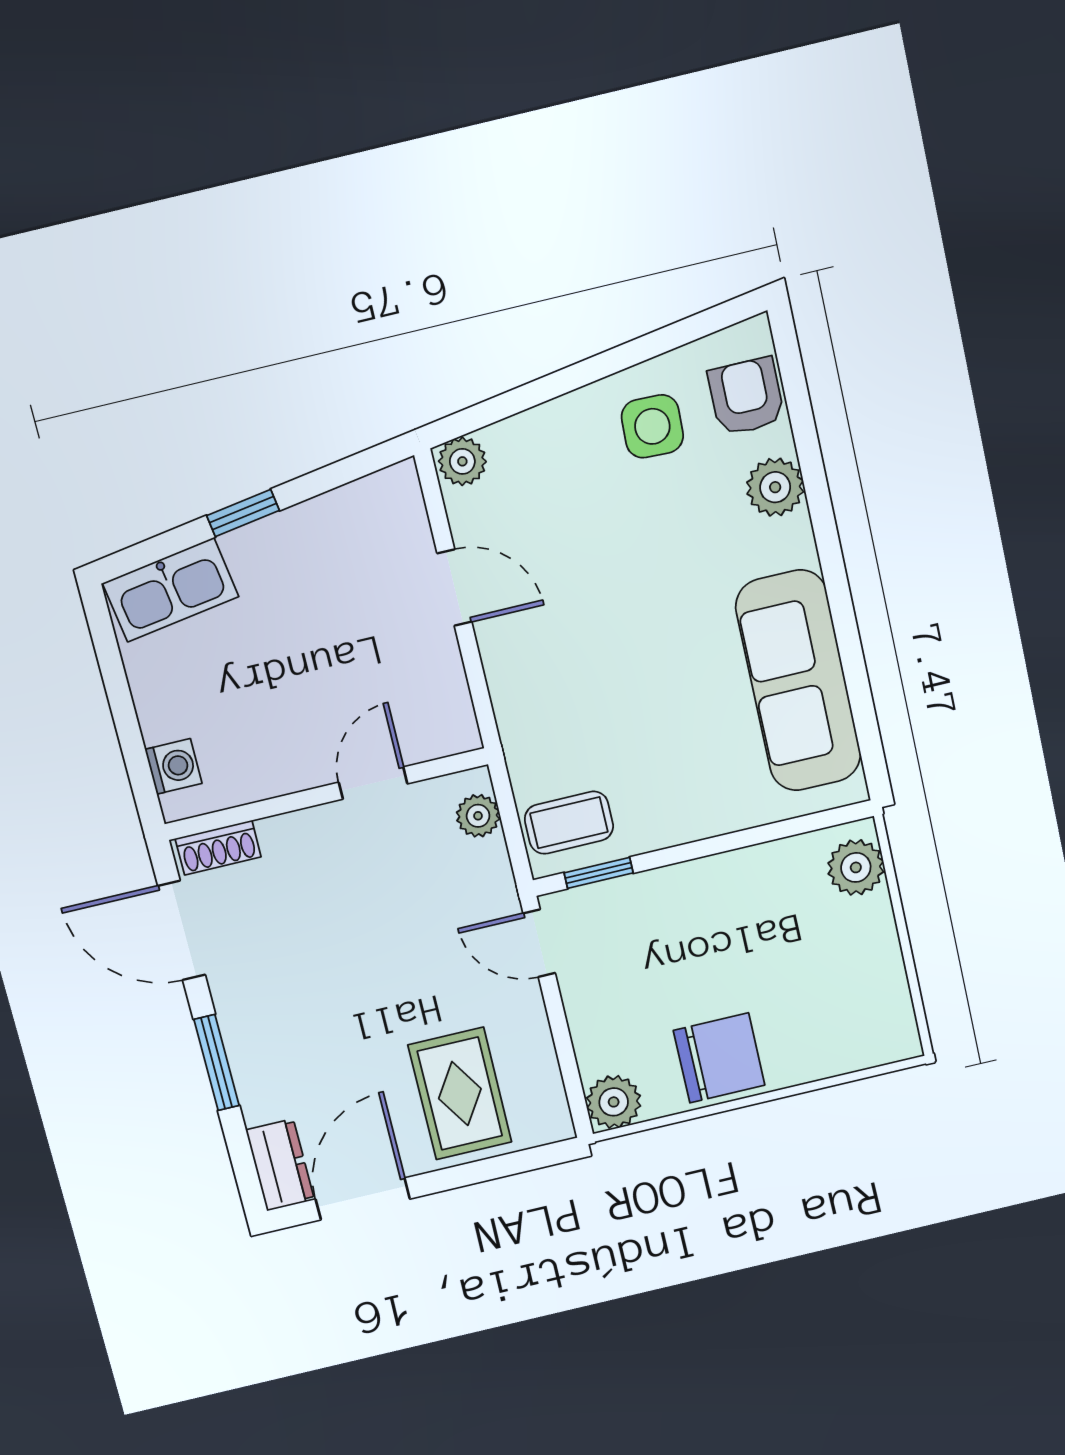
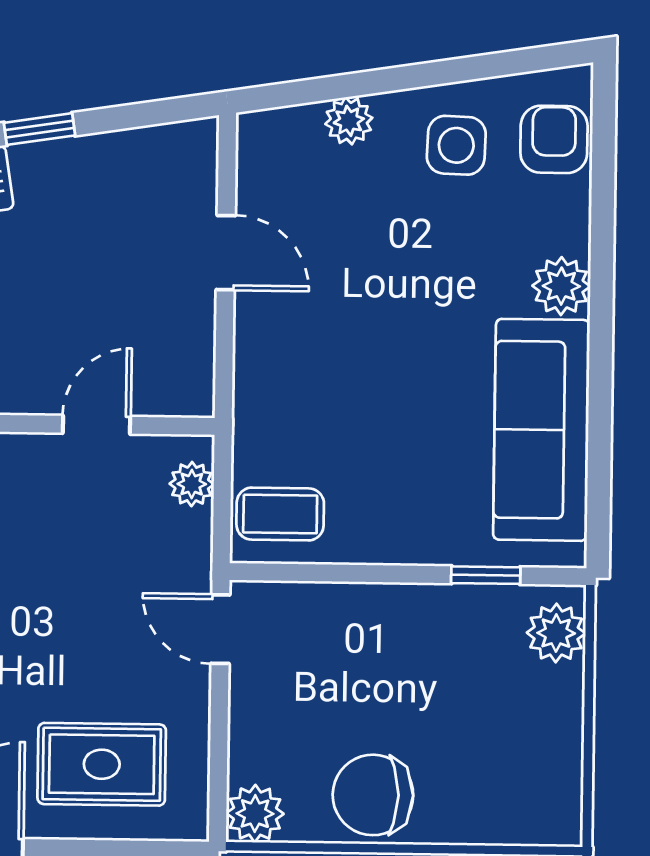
plant: (462, 461) -> (349, 121), moved
plant: (775, 487) -> (561, 286), moved
window: (599, 873) -> (486, 575), moved
chair: (719, 1058) -> (373, 795), turned 180
rug: (460, 1094) -> (102, 764), turned 90

